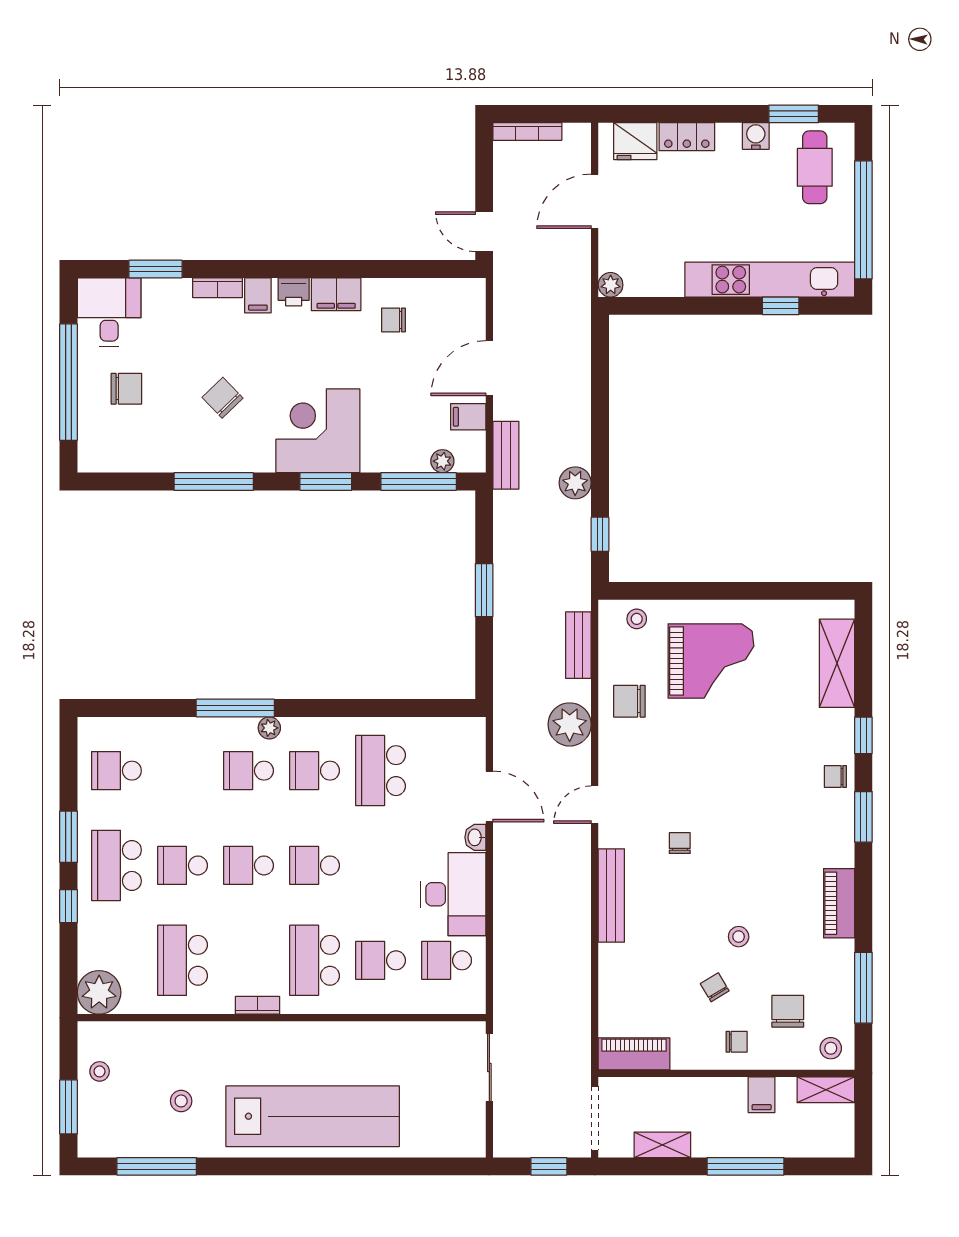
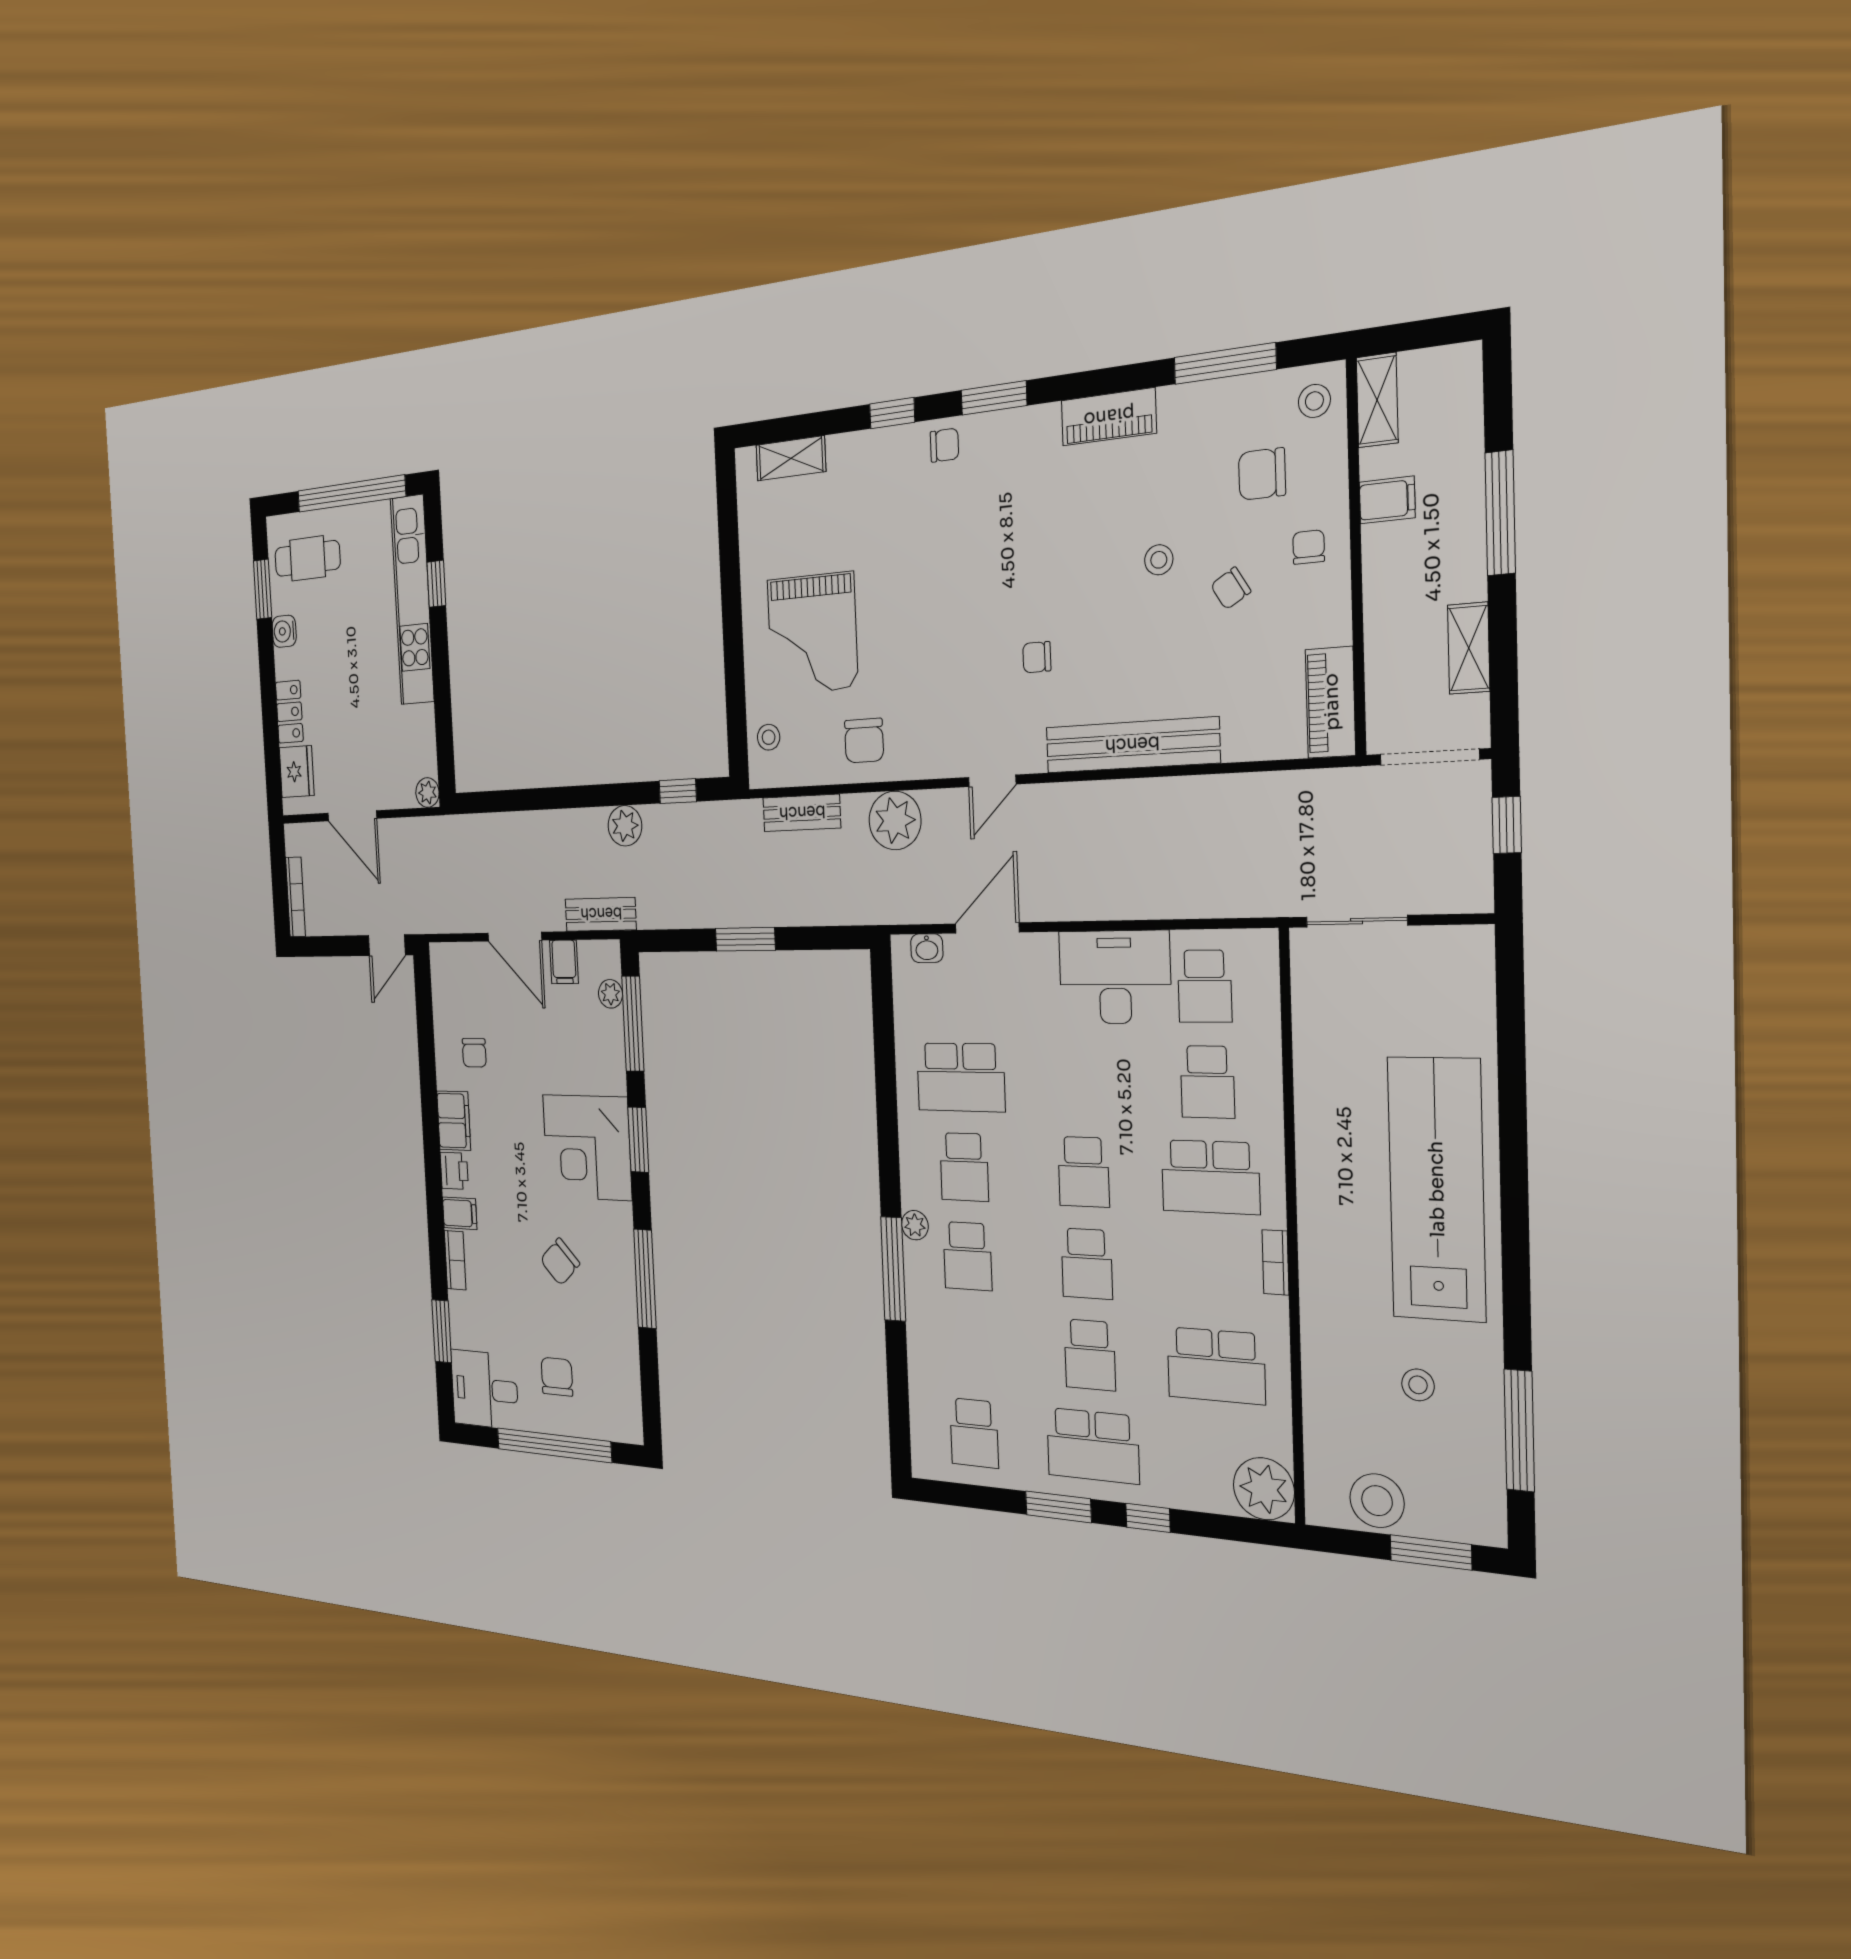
grand piano: (711, 661) -> (812, 634), turned 180
shelving: (837, 663) -> (791, 458), width x0.67, depth x0.75
chair: (835, 777) -> (944, 445), turned -90
door: (595, 805) -> (992, 781), hinge flipped
washbasin: (475, 837) -> (927, 948), moved
bench: (611, 896) -> (1132, 745), width x1.37, depth x1.21
stool: (100, 1071) -> (1377, 1501), width x1.89, depth x1.89

